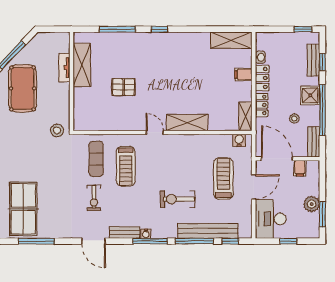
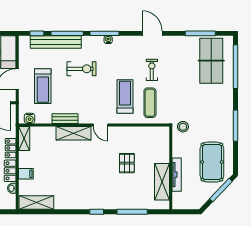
tv unit: (64, 68) -> (177, 175), width x1.41
pallet: (124, 87) -> (127, 163), turned 90
bench: (125, 233) -> (65, 119), moved

